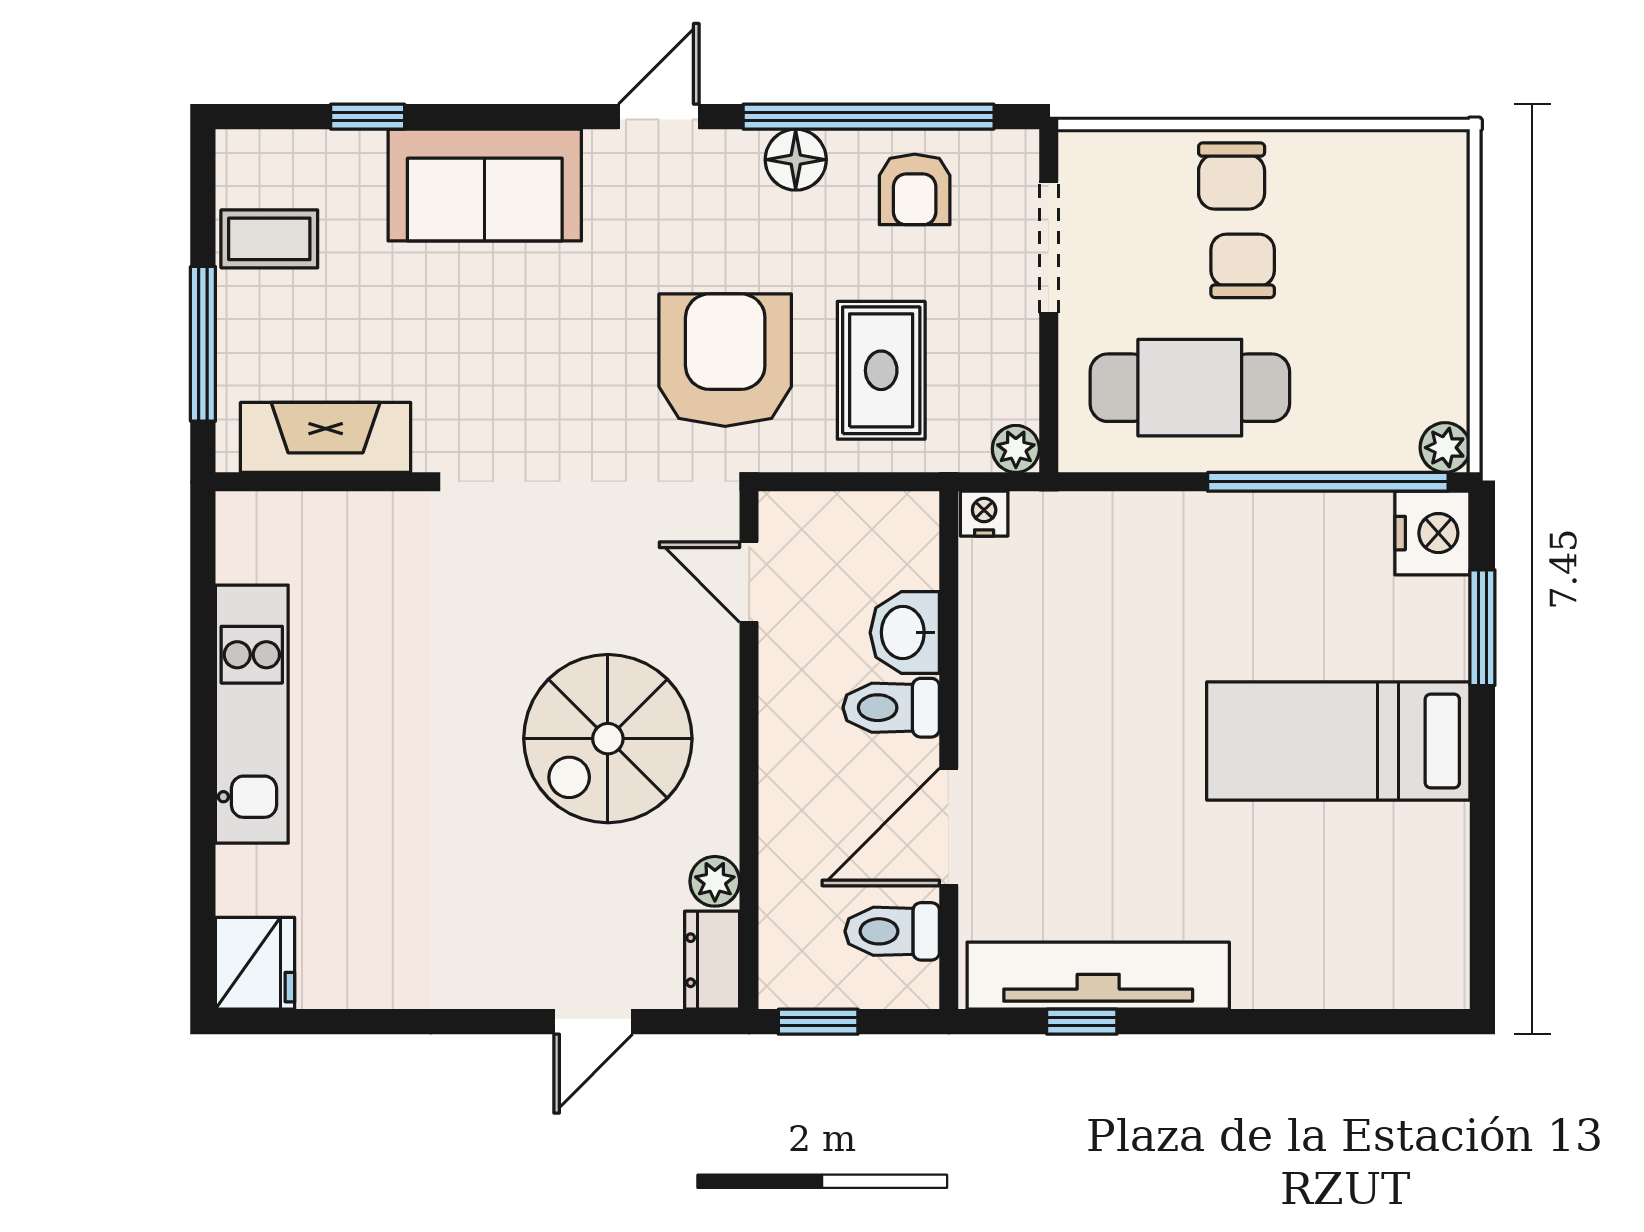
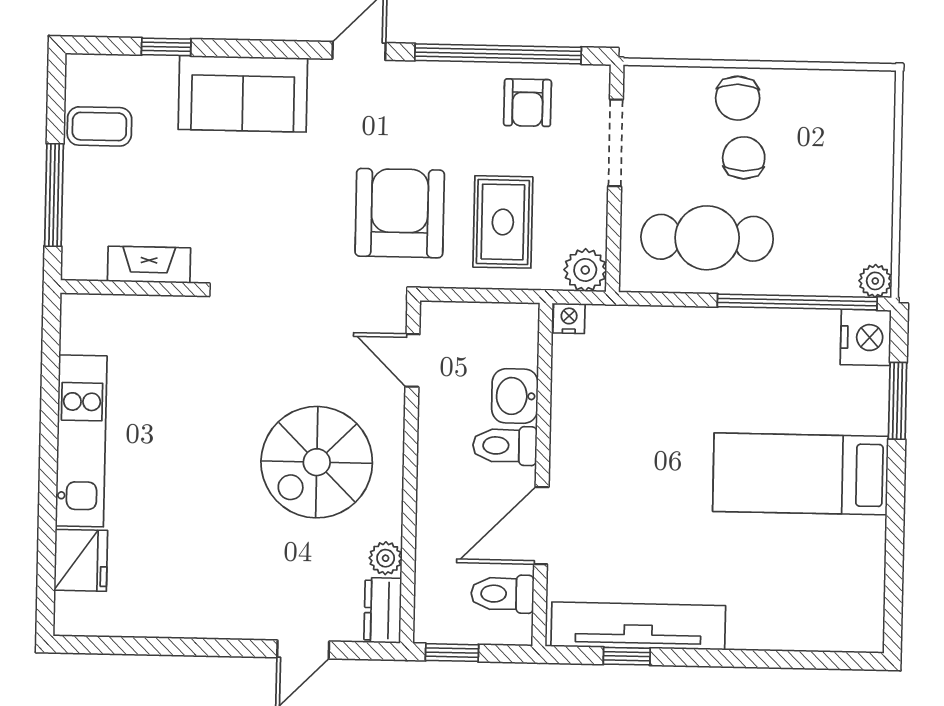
floor lamp: (796, 160) -> (449, 81), removed
fireplace: (326, 437) -> (149, 265), width x0.73, depth x0.76
plant: (1016, 449) -> (585, 270), width x1.38, depth x1.38
fridge: (255, 963) -> (81, 560), moved

